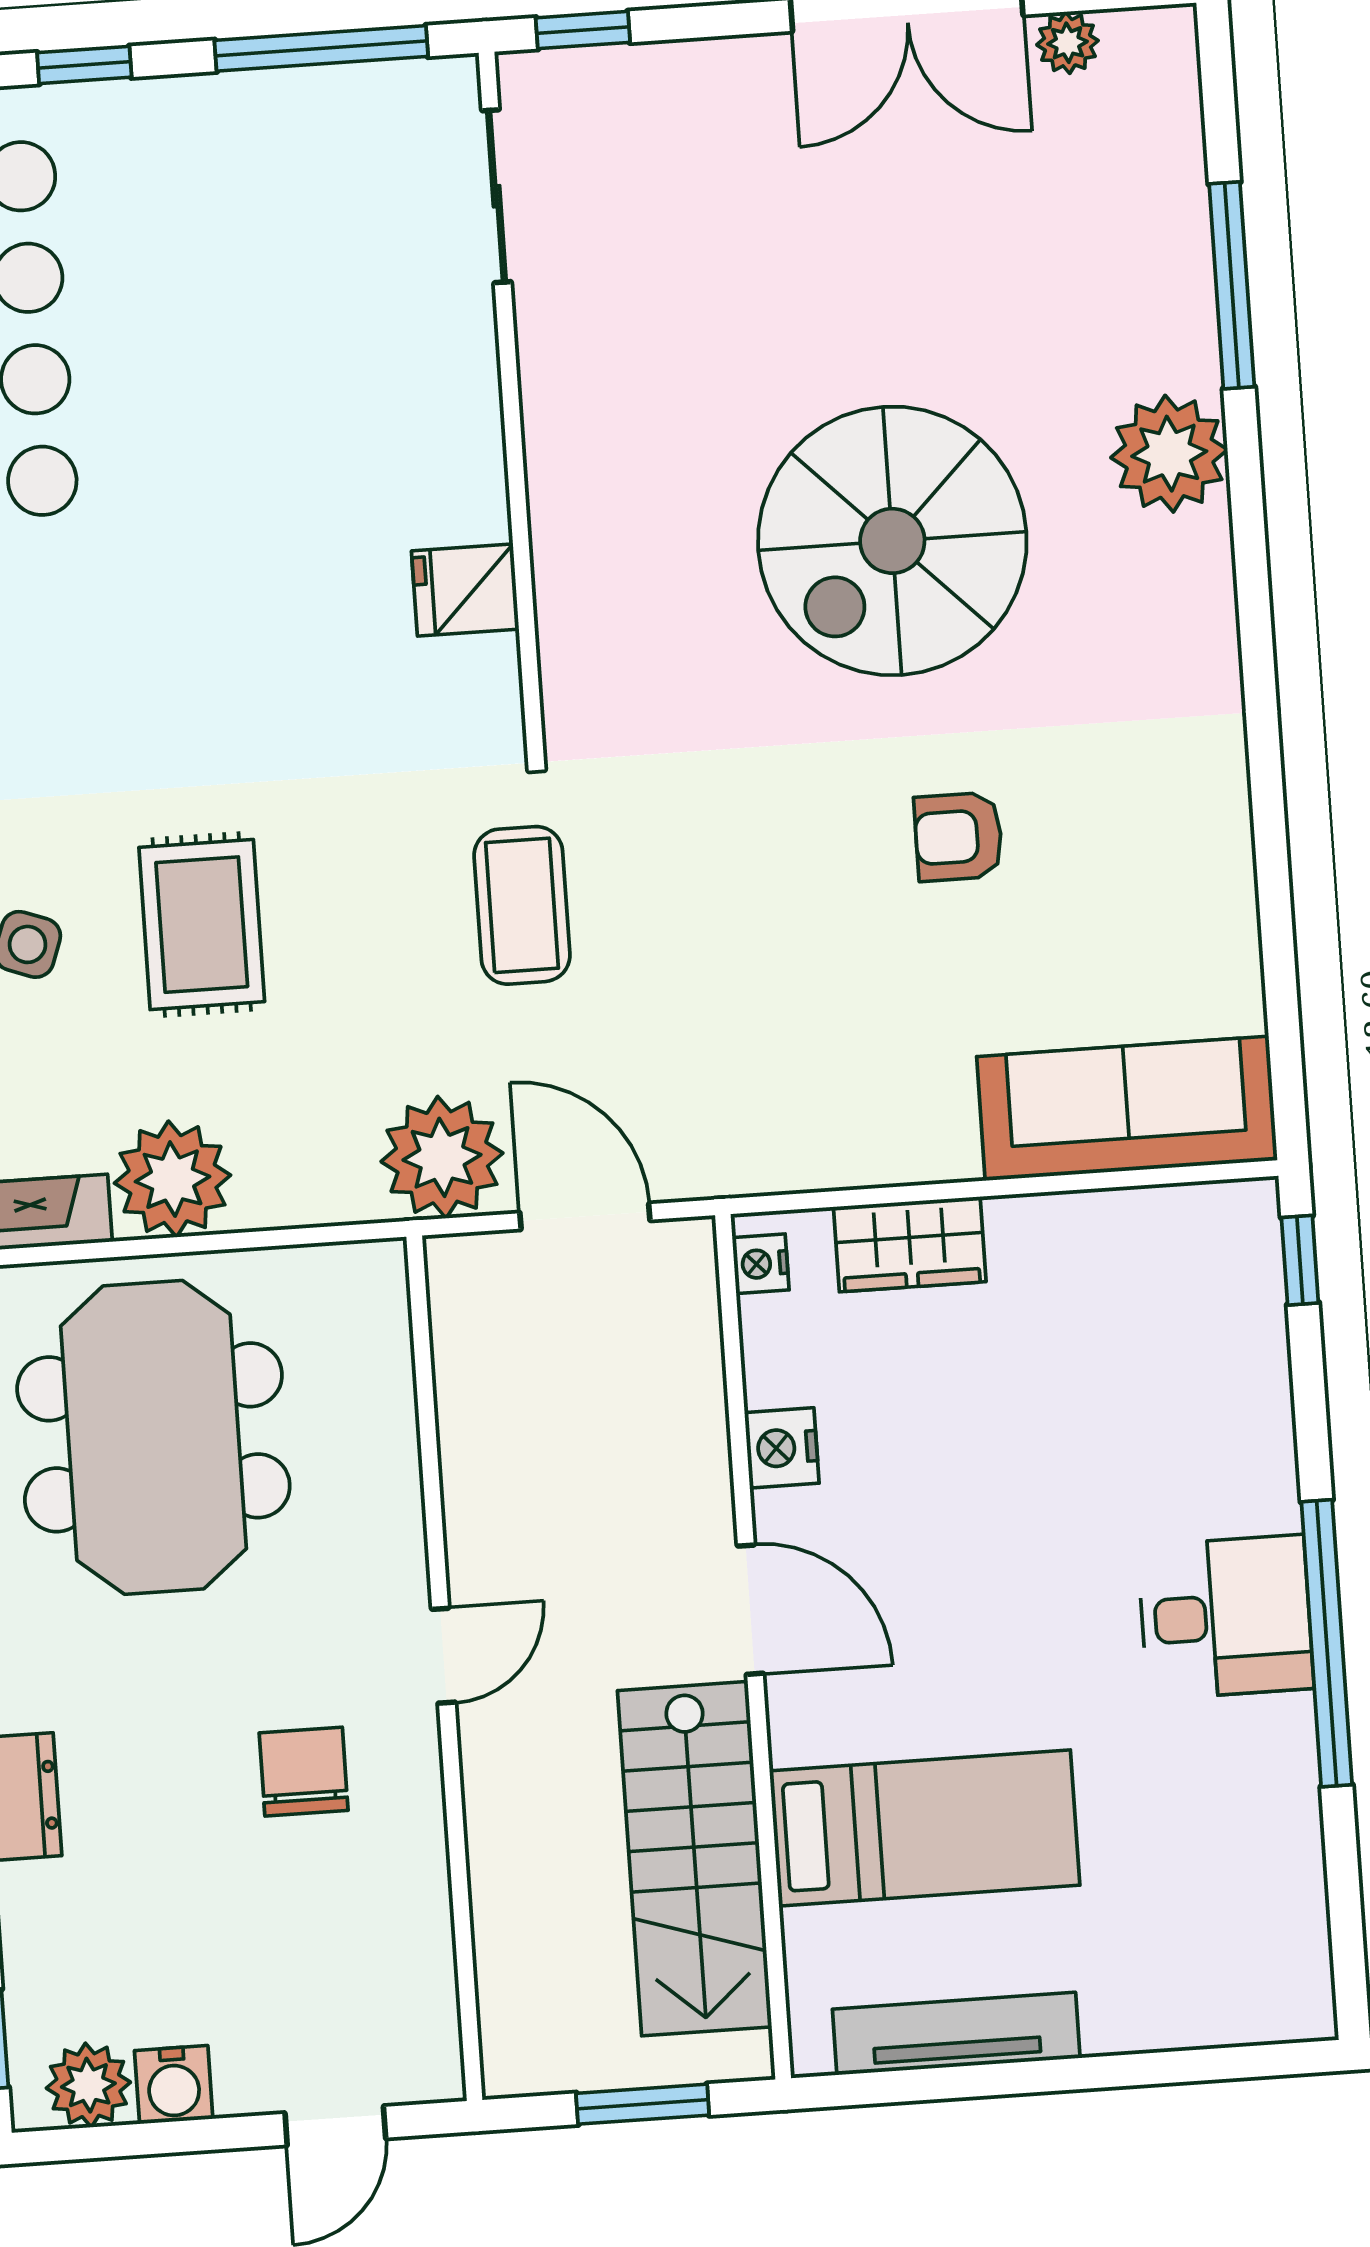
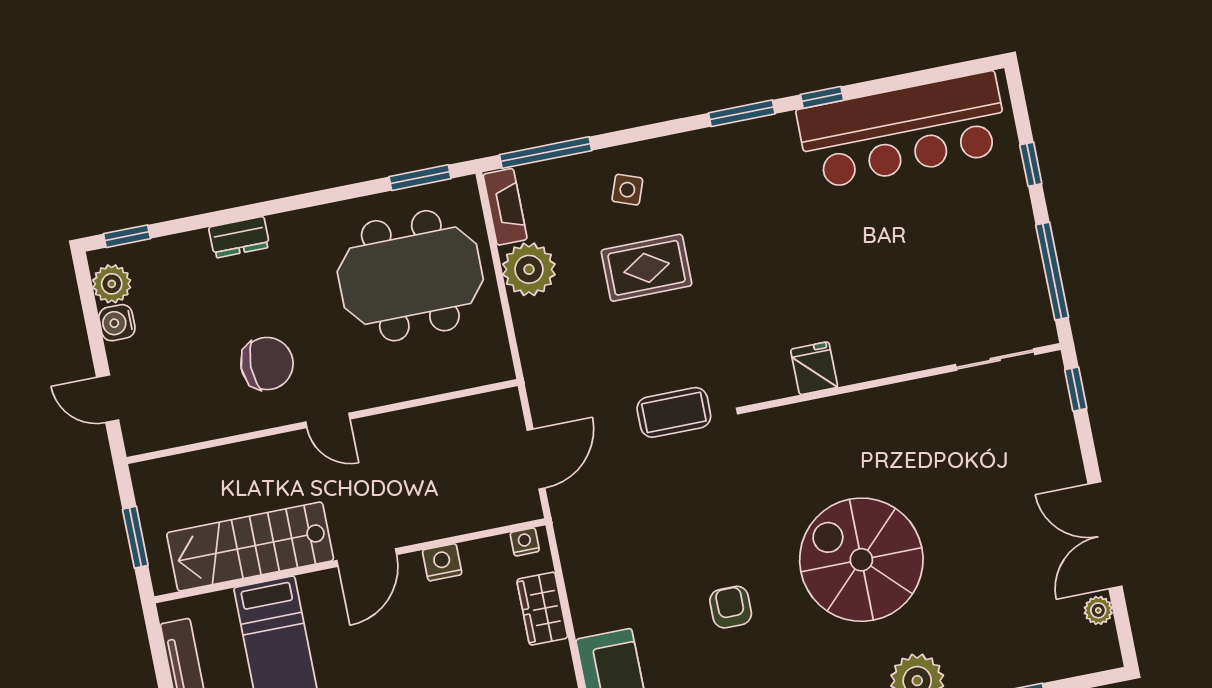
plant: (442, 1157) -> (555, 391), removed
chair: (304, 1772) -> (267, 364), width x1.37, depth x1.37

